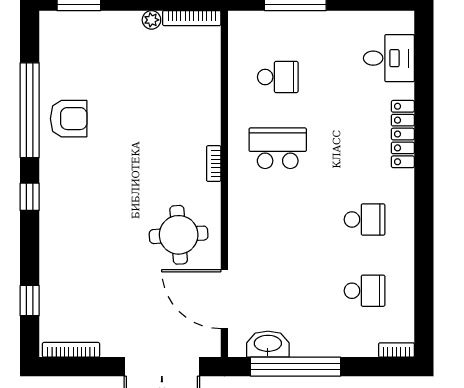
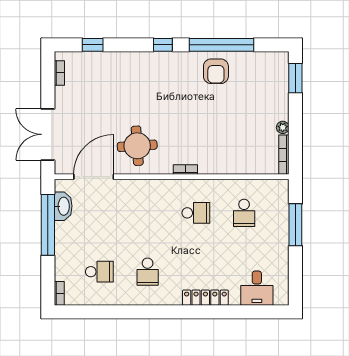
school desk: (278, 148) -> (196, 213), width x0.54
school desk: (365, 291) -> (99, 272), turned -90
bookcase: (71, 350) -> (59, 73), width x0.64

